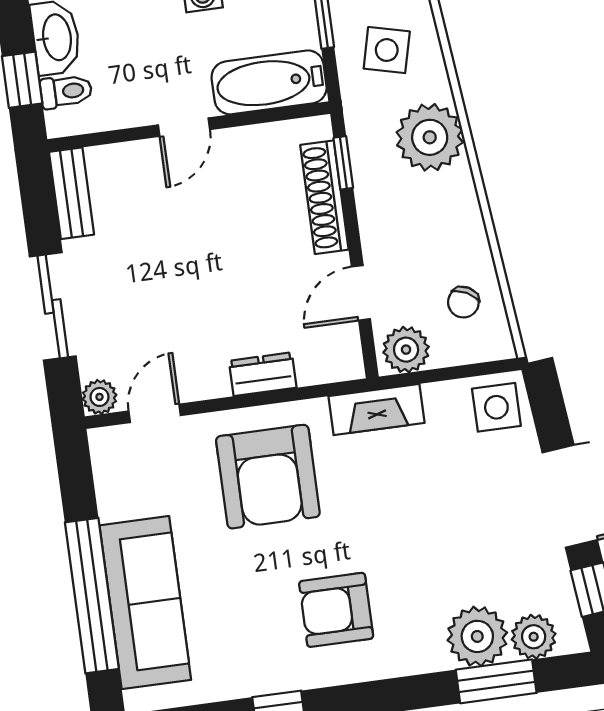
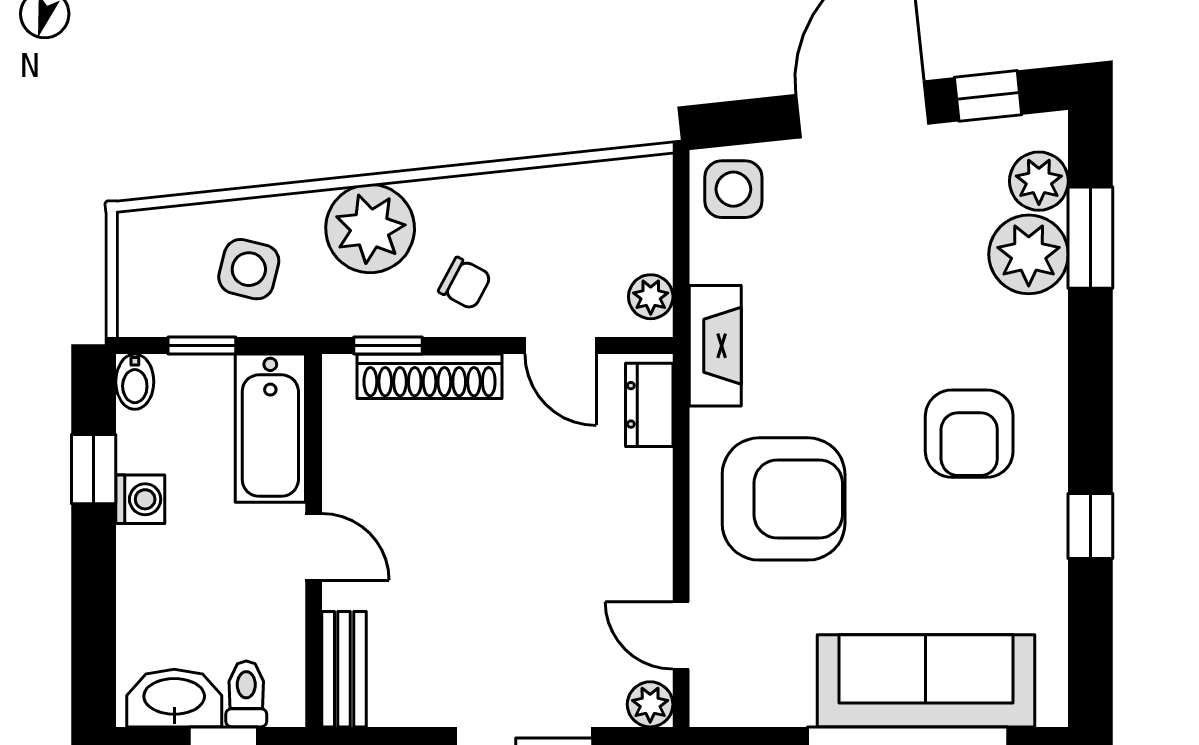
bench: (72, 193) -> (344, 669), moved, turned 90
chair: (463, 302) -> (465, 283), moved
plant: (406, 350) -> (651, 297), width x0.73, depth x0.73
dresser: (263, 374) -> (649, 405), moved

